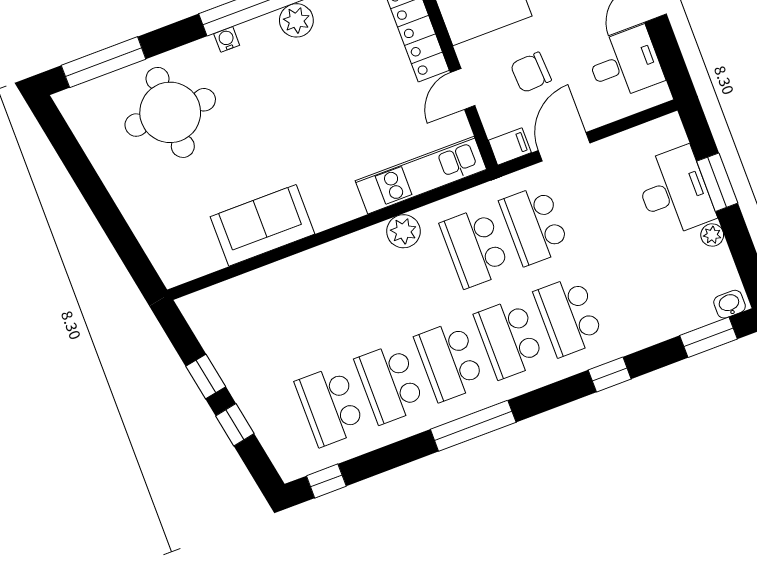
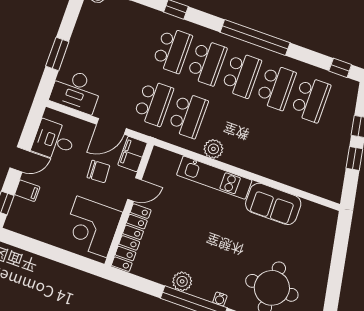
filing cabinet: (510, 146) -> (133, 154), width x2.00
kitchen unit: (421, 175) -> (214, 178), moved
desk: (674, 192) -> (76, 91), moved, turned -90
plant: (712, 235) -> (79, 33), removed
window: (473, 426) -> (255, 37), width x1.46

